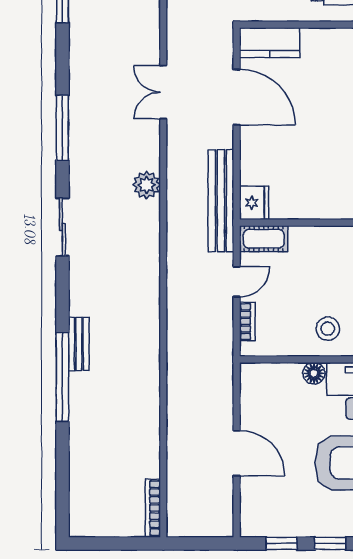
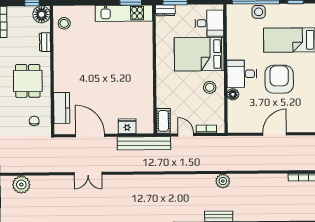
kitchen counter: (270, 43) -> (62, 108), moved
door: (237, 97) -> (90, 136), hinge flipped
plant: (147, 185) -> (223, 181), moved
fridge: (254, 203) -> (127, 126), moved

